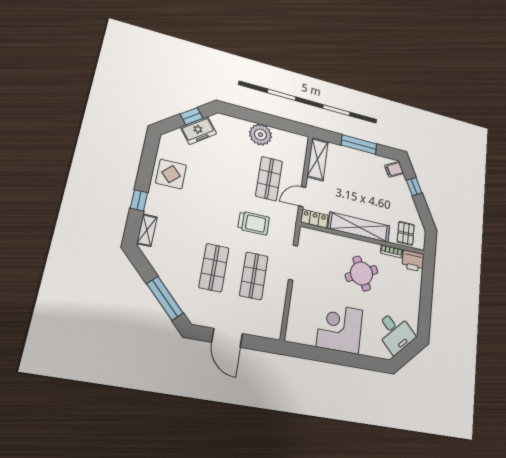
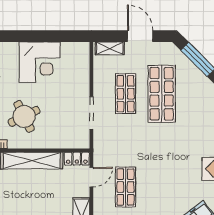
trolley: (254, 223) -> (133, 141), removed
shop shelf: (214, 268) -> (162, 94), width x1.43, depth x1.36
shelving: (263, 330) -> (110, 48), added

